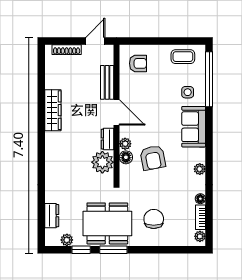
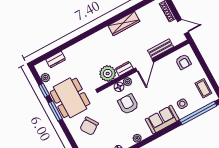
armchair: (153, 158) -> (128, 104), turned 101
chair: (154, 219) -> (89, 126), turned 146

